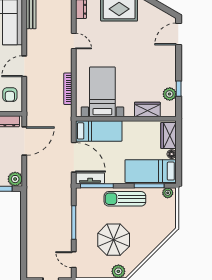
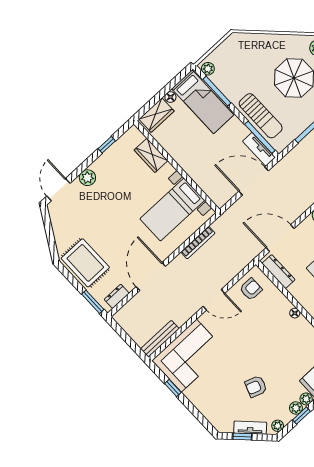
door: (179, 34) -> (58, 190), swing flipped
door: (74, 41) -> (151, 276), width x1.87
plant: (170, 94) -> (87, 178), moved
bed: (99, 131) -> (210, 181), removed
door: (74, 157) -> (254, 181), hinge flipped
sun lounger: (125, 199) -> (261, 116), moved

